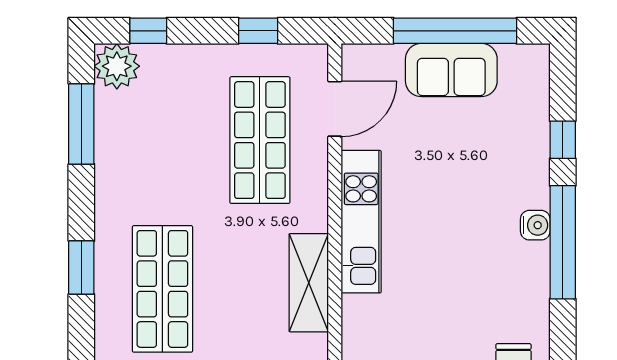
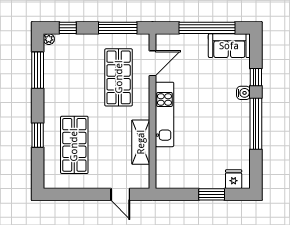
window: (258, 31) -> (118, 28), width x2.17
plant: (117, 66) -> (49, 39), width x0.53, depth x0.53
sofa: (451, 70) -> (229, 46), moved
water cooler: (535, 225) -> (243, 93), moved

